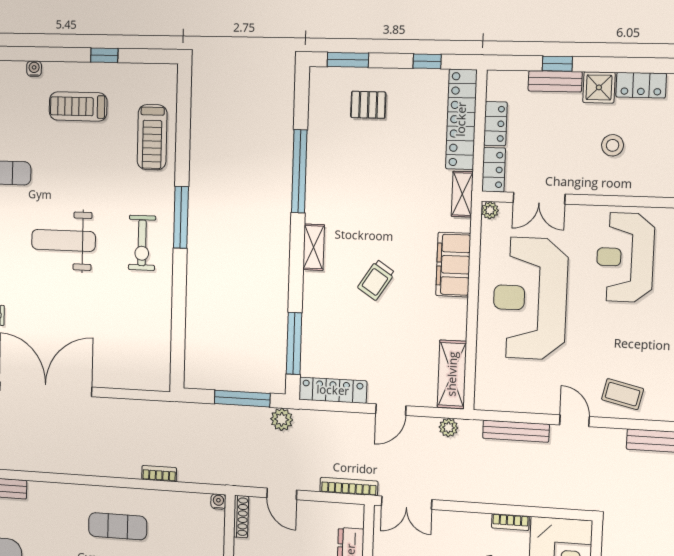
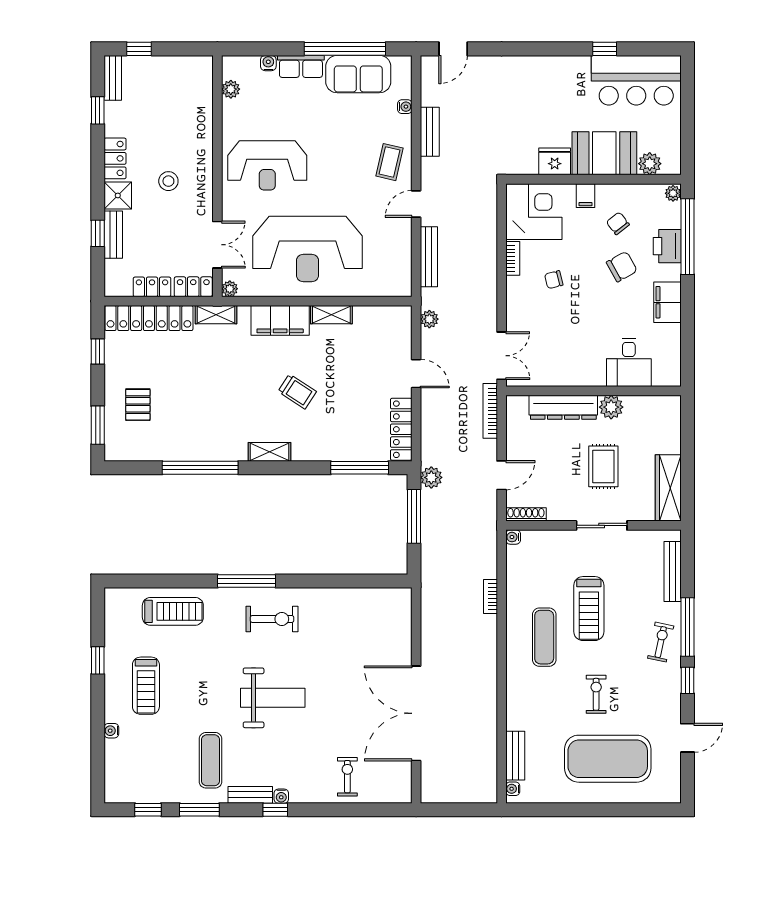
weight bench: (63, 240) -> (273, 698), turned -90
shelving: (452, 374) -> (331, 315), moved, width x0.67, depth x0.75

